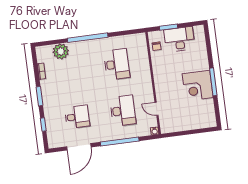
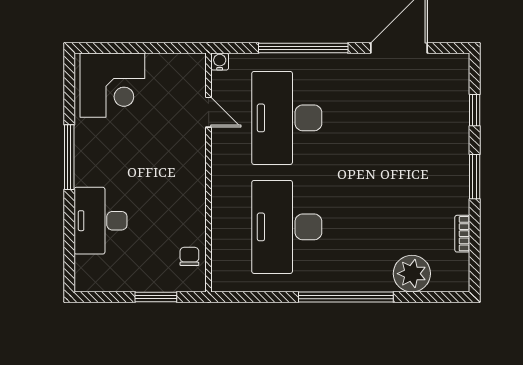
desk: (179, 39) -> (101, 221), moved, turned 90
desk: (117, 64) -> (287, 227), width x1.36, depth x1.30
corner desk: (198, 86) -> (112, 85), moved, turned 90
desk: (123, 111) -> (287, 118), width x1.36, depth x1.30
desk: (77, 117) -> (394, 118), removed

